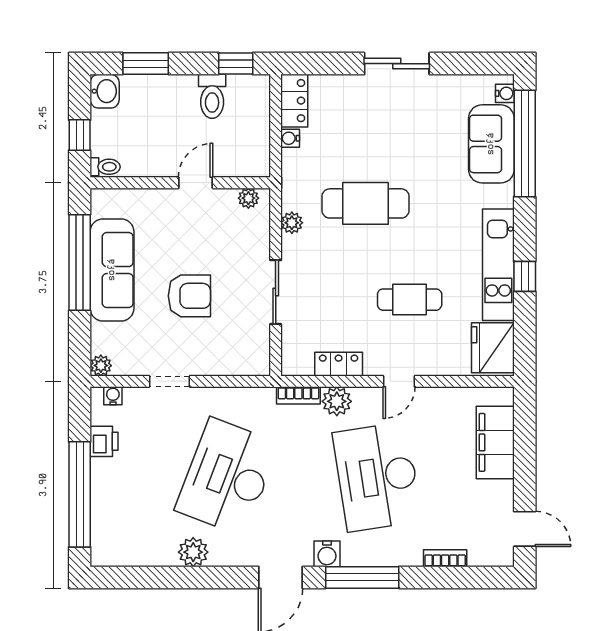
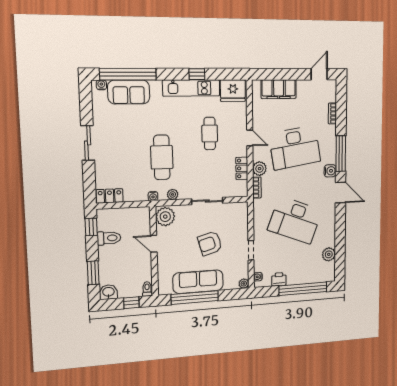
water cooler: (290, 138) -> (153, 196), moved
plant: (248, 198) -> (165, 217), width x1.88, depth x1.88
armchair: (189, 296) -> (210, 243), turned -106
plant: (193, 552) -> (329, 254), moved

